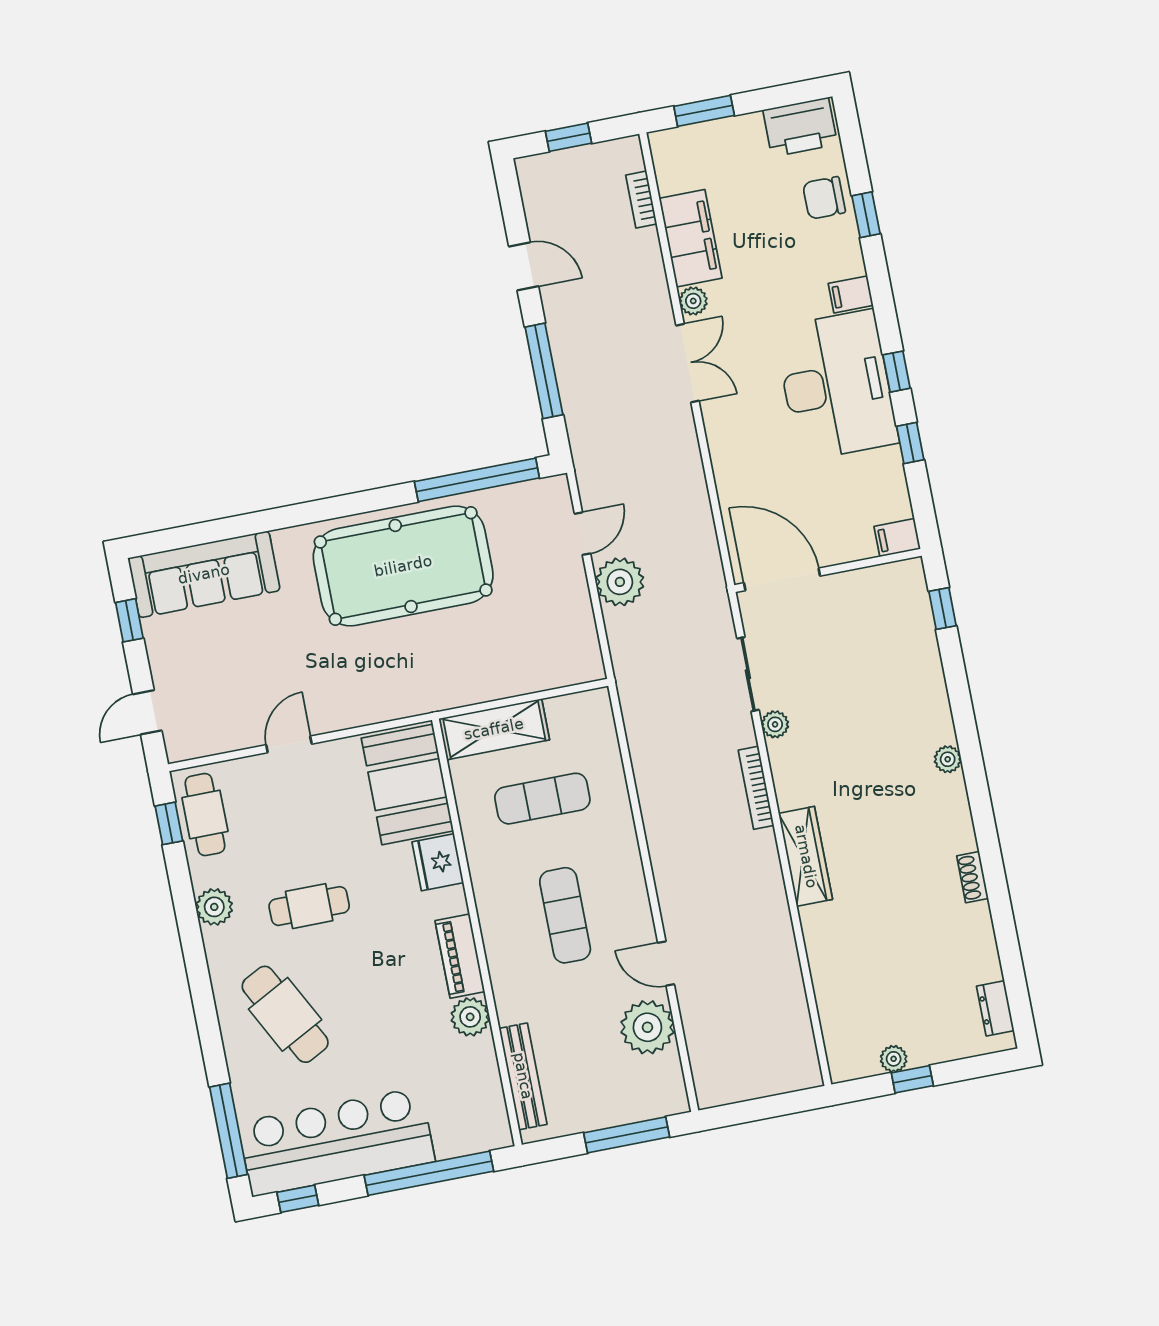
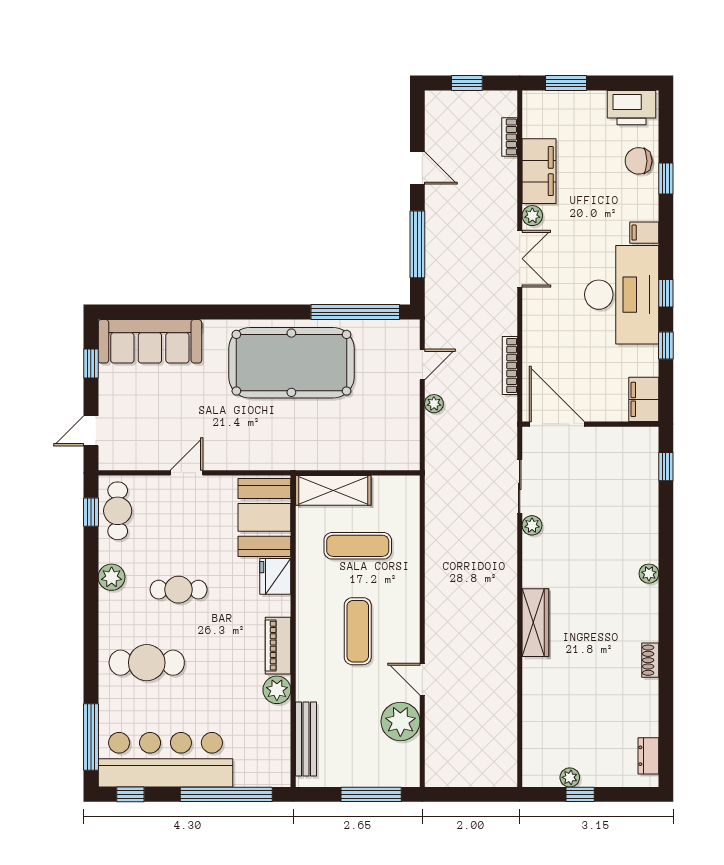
filing cabinet: (897, 538) -> (644, 399), width x2.00
plant: (620, 582) -> (434, 404), width x0.53, depth x0.53
bookcase: (756, 788) -> (510, 365), moved
cafe table: (285, 1014) -> (147, 663), turned -62

